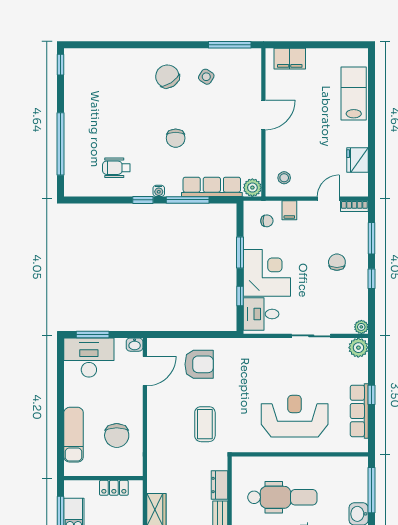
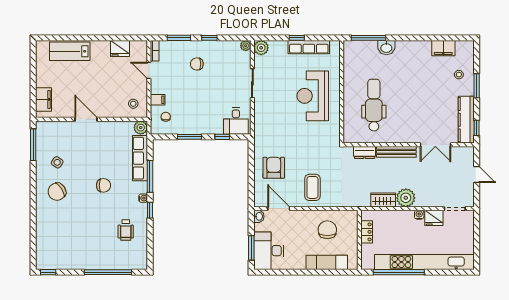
corner desk: (267, 273) -> (205, 117), removed
coffee table: (205, 424) -> (312, 187), moved, turned 90
chair: (117, 435) -> (327, 230), turned -90

